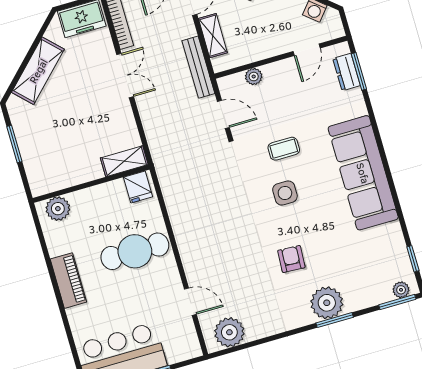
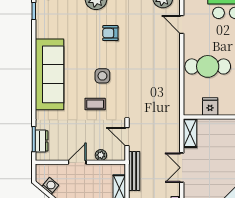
door: (307, 50) -> (77, 162), moved
double door: (125, 76) -> (182, 168), moved
shelving: (124, 161) -> (190, 133), moved, turned 90
fridge: (138, 187) -> (210, 106), moved
armchair: (291, 259) -> (110, 33), turned 87

